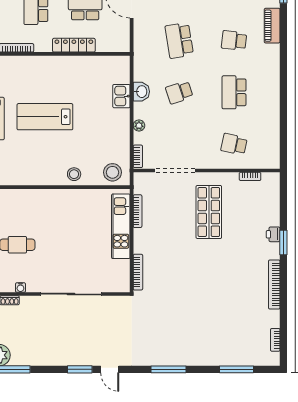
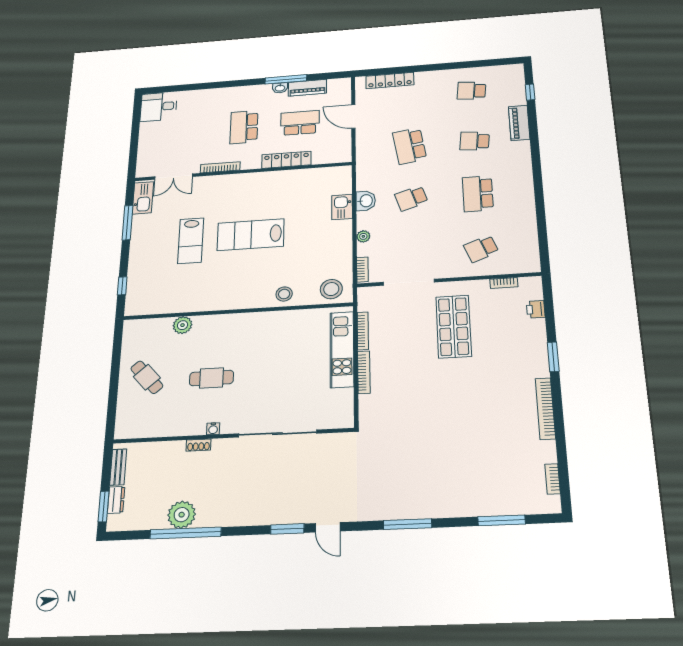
school desk: (234, 144) -> (481, 249), turned -33
printer: (273, 234) -> (536, 309), moved
bookcase: (138, 272) -> (364, 372), moved

